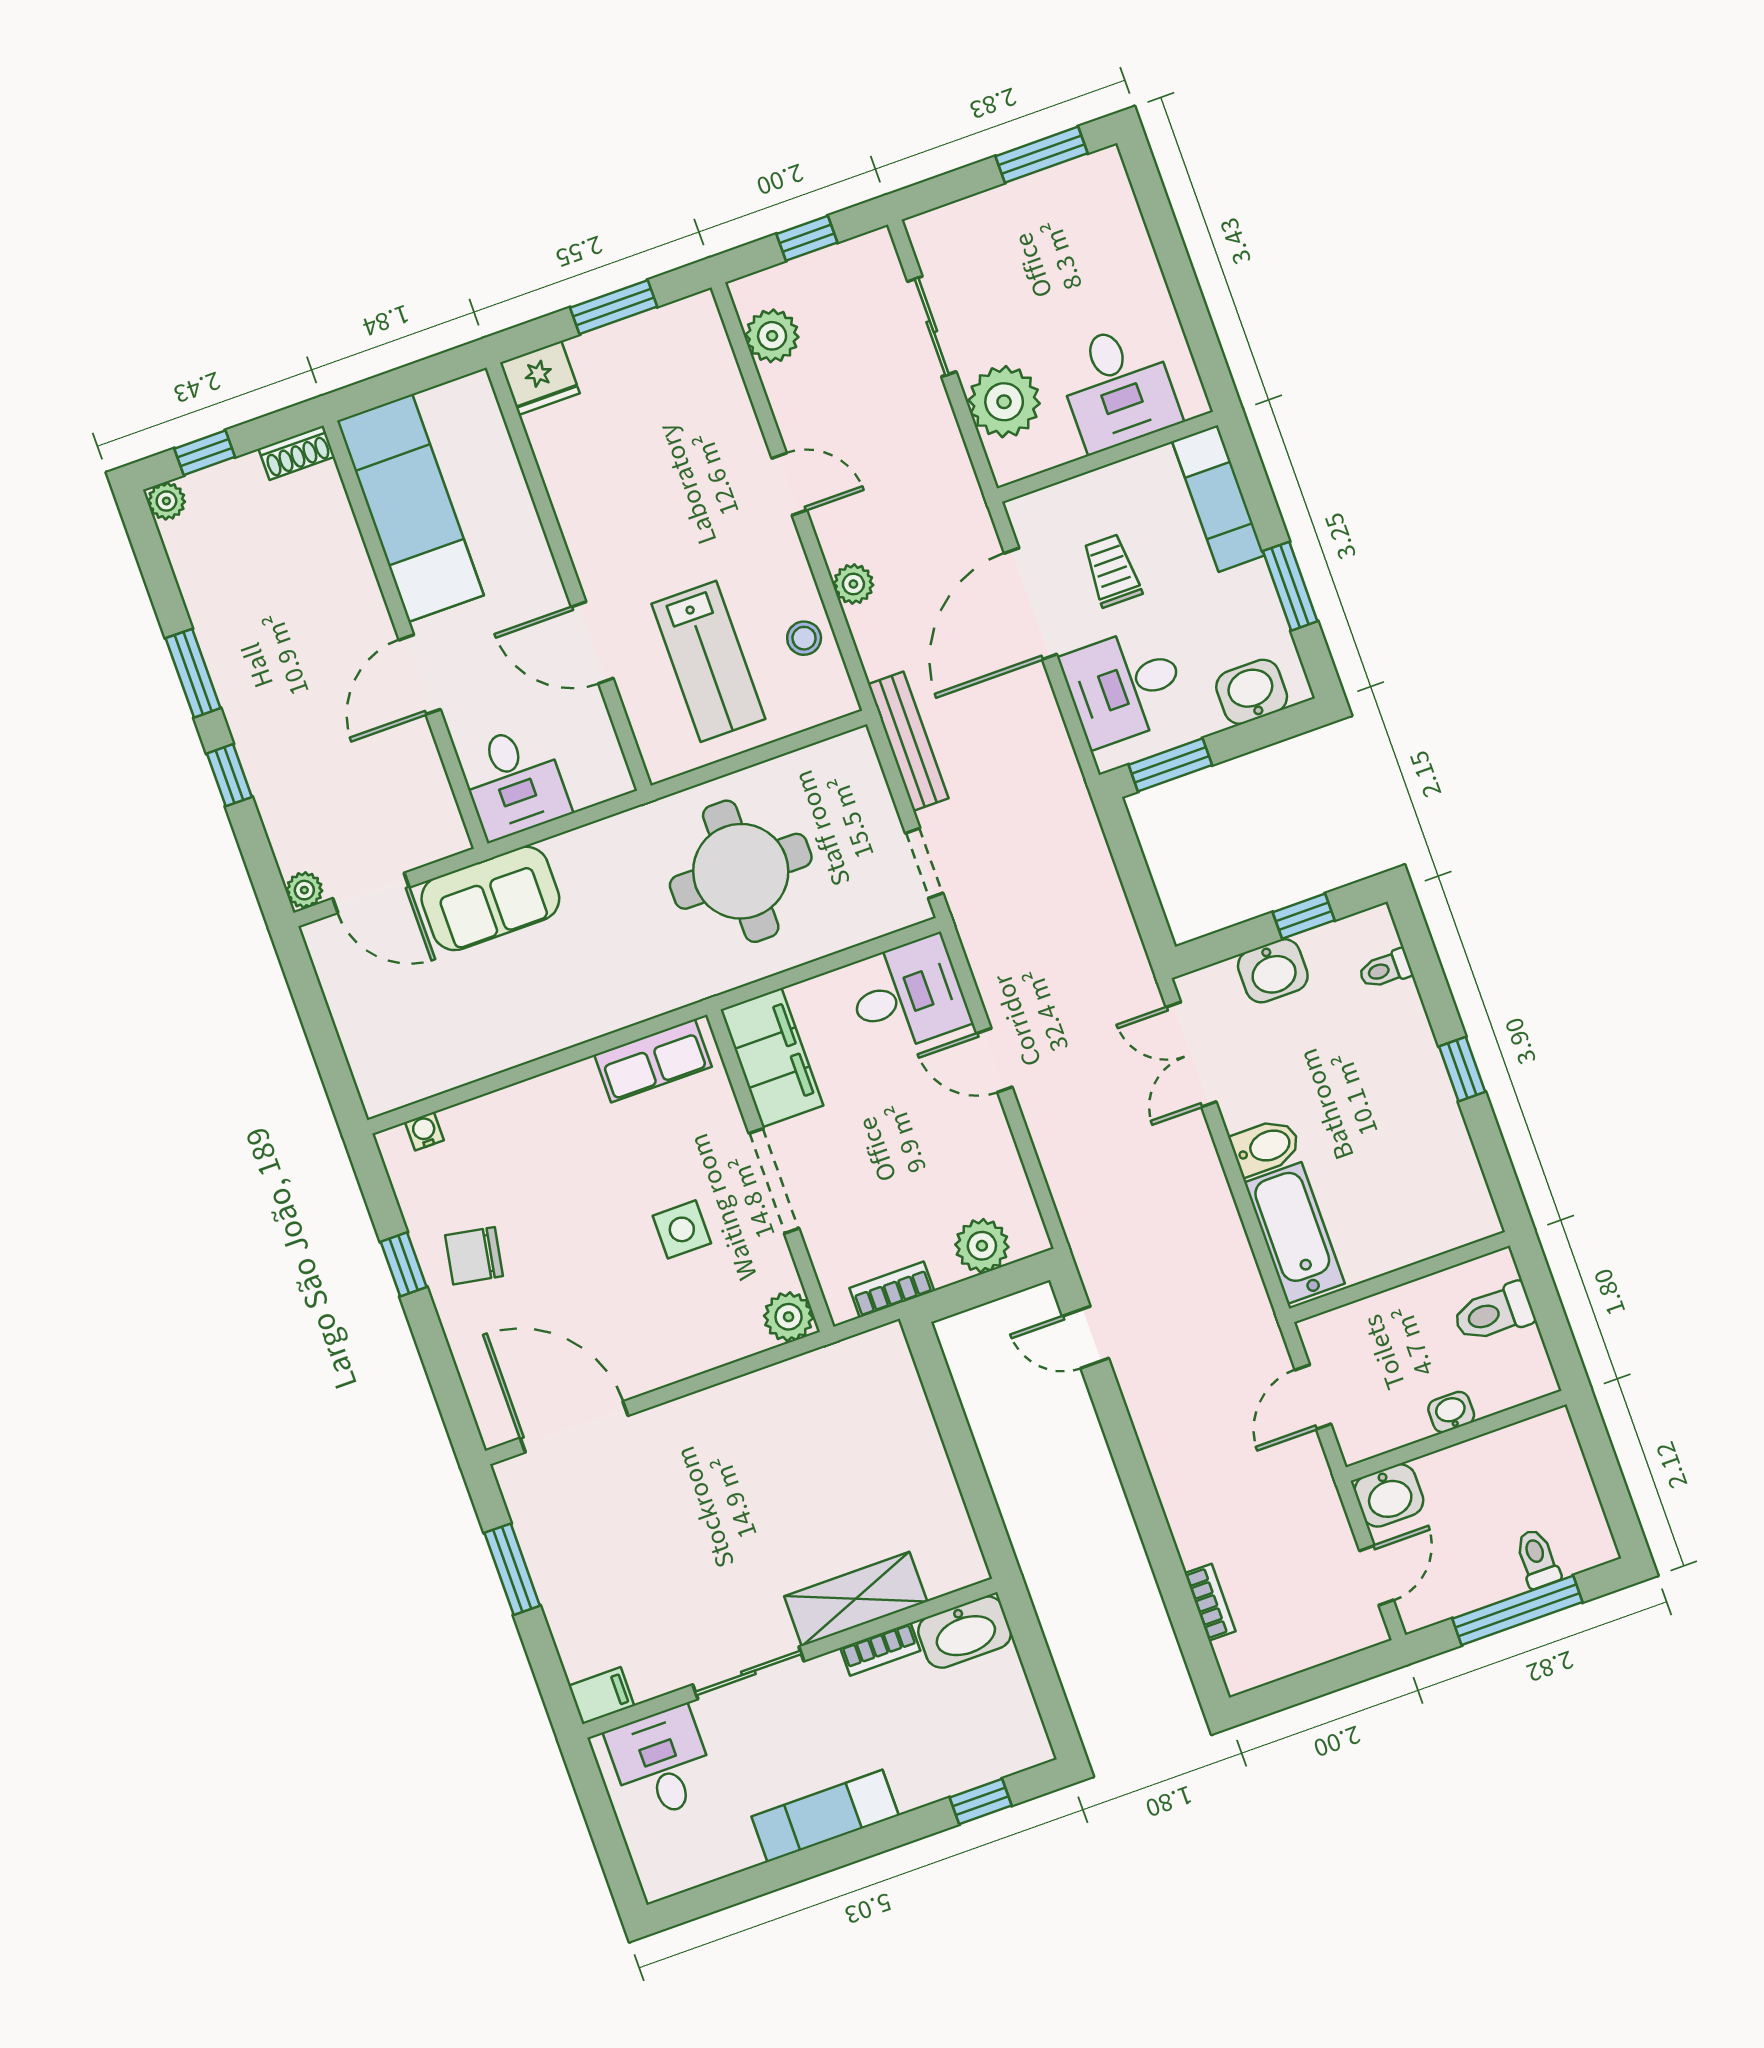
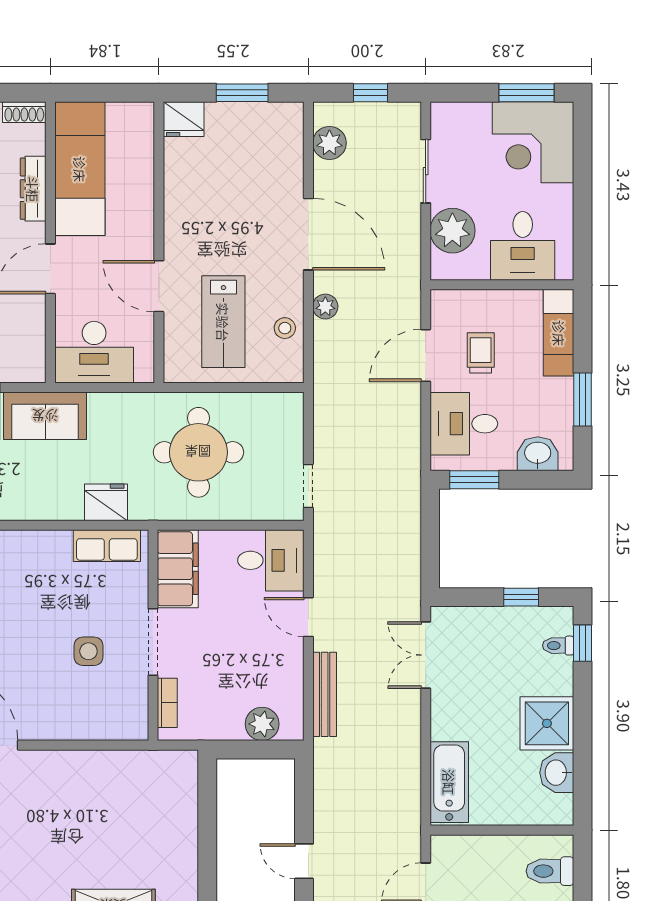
corner desk: (1078, 226) -> (533, 142), added
door: (789, 484) -> (308, 234), width x1.88
dresser: (351, 563) -> (33, 189), added
door: (1031, 604) -> (426, 355), width x0.73
bench: (908, 741) -> (325, 694), moved
desk: (514, 782) -> (94, 352), width x1.37
washbasin: (1273, 971) -> (557, 773), moved, turned 90
fridge: (628, 996) -> (106, 502), added
window: (1462, 1069) -> (583, 643), moved
shower: (1410, 1092) -> (547, 723), added
bidet: (1266, 1147) -> (450, 725), removed
bookcase: (892, 1290) -> (167, 703), moved, turned 90
plant: (789, 1317) -> (133, 725), removed
door: (1085, 1337) -> (304, 861), moved

